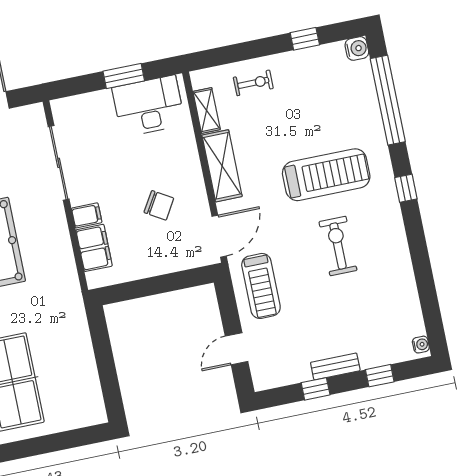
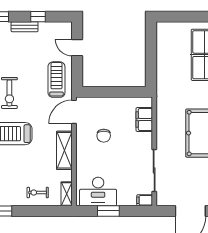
shelving: (207, 110) -> (67, 194), moved
chair: (159, 205) -> (104, 136), turned -121
filing cabinet: (87, 215) -> (145, 200), moved
door: (237, 349) -> (77, 48), swing flipped

